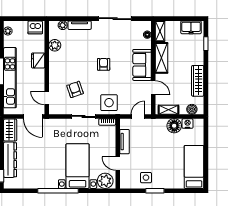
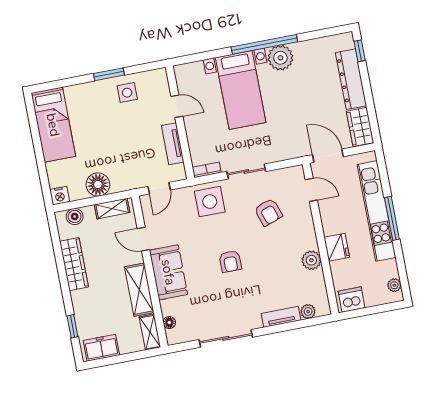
plant: (55, 45) -> (311, 260), moved
nightstand: (188, 124) -> (60, 196), moved
plant: (105, 181) -> (280, 58), moved

